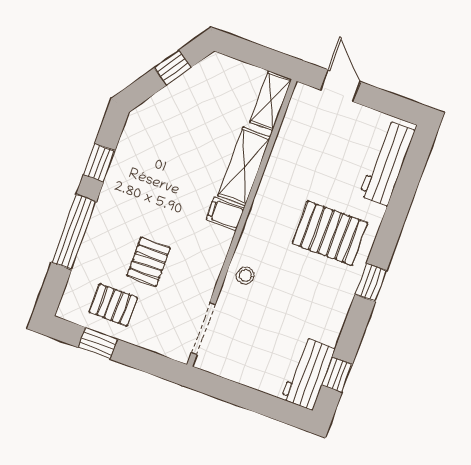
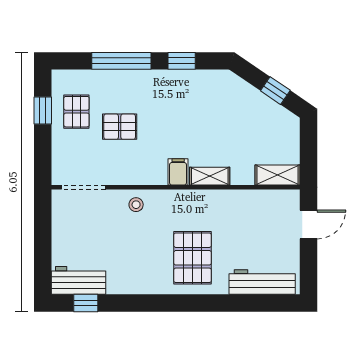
shelving: (244, 166) -> (210, 176), width x0.67, depth x0.75
window: (371, 282) -> (166, 303), removed

